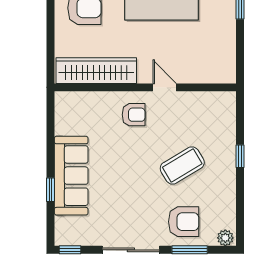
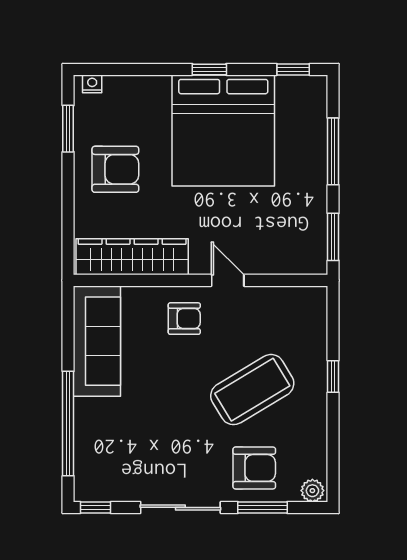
window: (240, 56) -> (333, 237), added
coffee table: (182, 165) -> (252, 390), width x1.36, depth x1.32
sofa: (71, 176) -> (97, 341), moved
window: (50, 190) -> (68, 424), width x3.17

